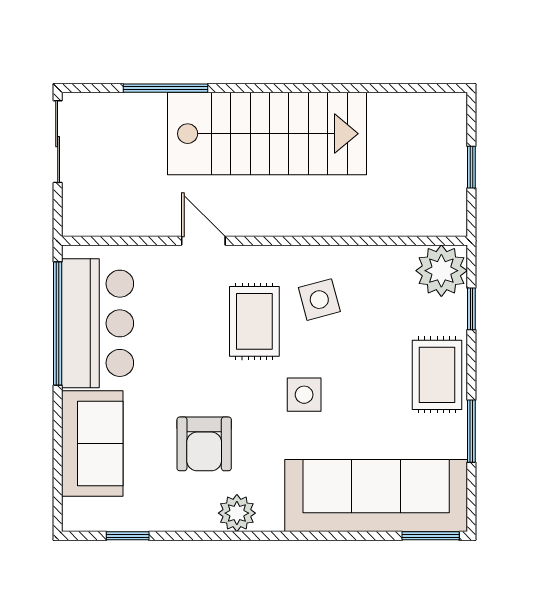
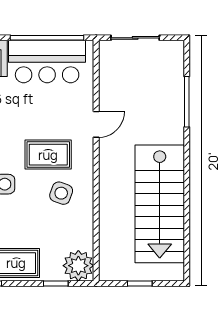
stairs: (267, 134) -> (160, 204), moved
sliding door: (58, 142) -> (135, 38), moved
side table: (319, 300) -> (61, 193), turned 35

